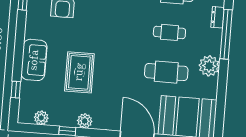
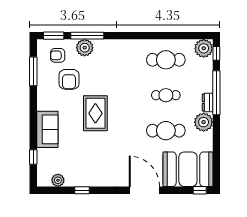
dresser: (218, 17) -> (208, 103), moved
rug: (79, 72) -> (95, 113), moved
plant: (85, 121) -> (97, 180), removed

